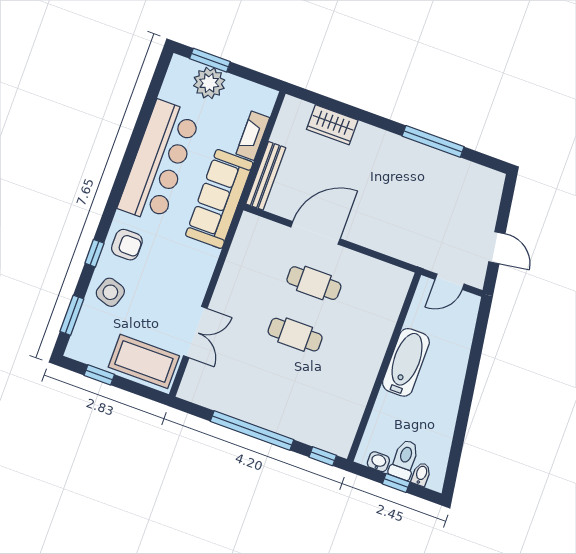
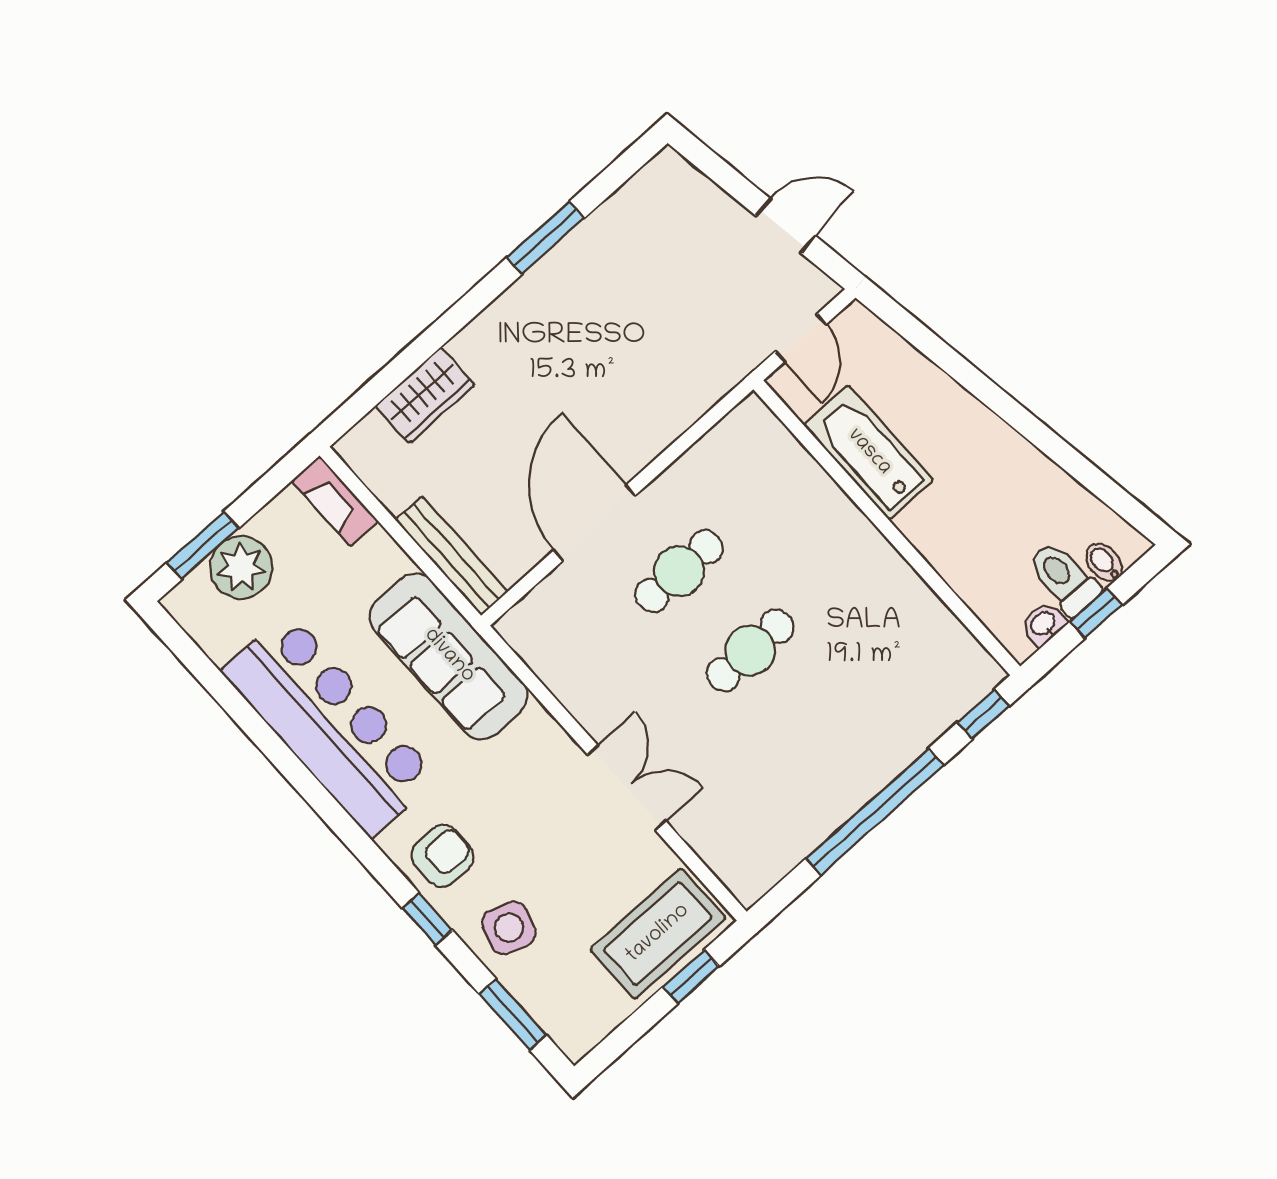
fireplace: (253, 136) -> (335, 501), moved
window: (433, 141) -> (546, 238), width x0.69
double door: (195, 332) -> (627, 788), moved
bathtub: (406, 362) -> (869, 452), moved
window: (99, 375) -> (691, 977), moved

